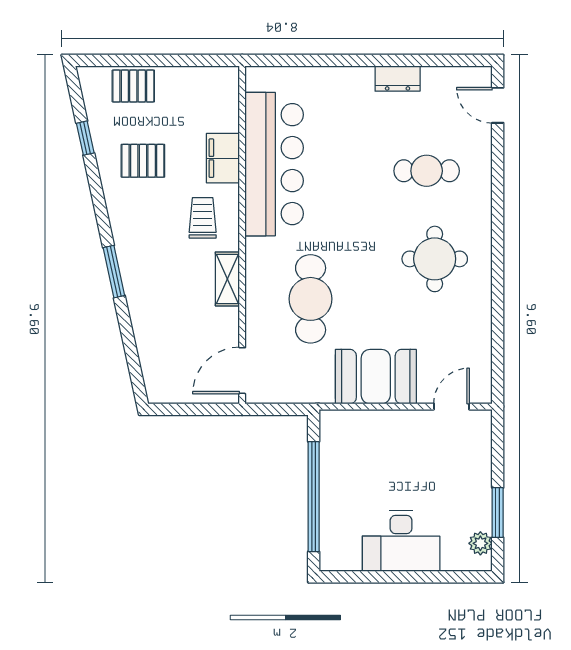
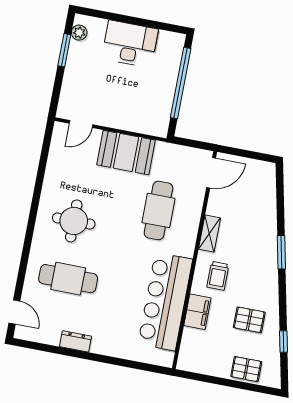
cafe table: (427, 171) -> (68, 279), width x1.37, depth x1.35

